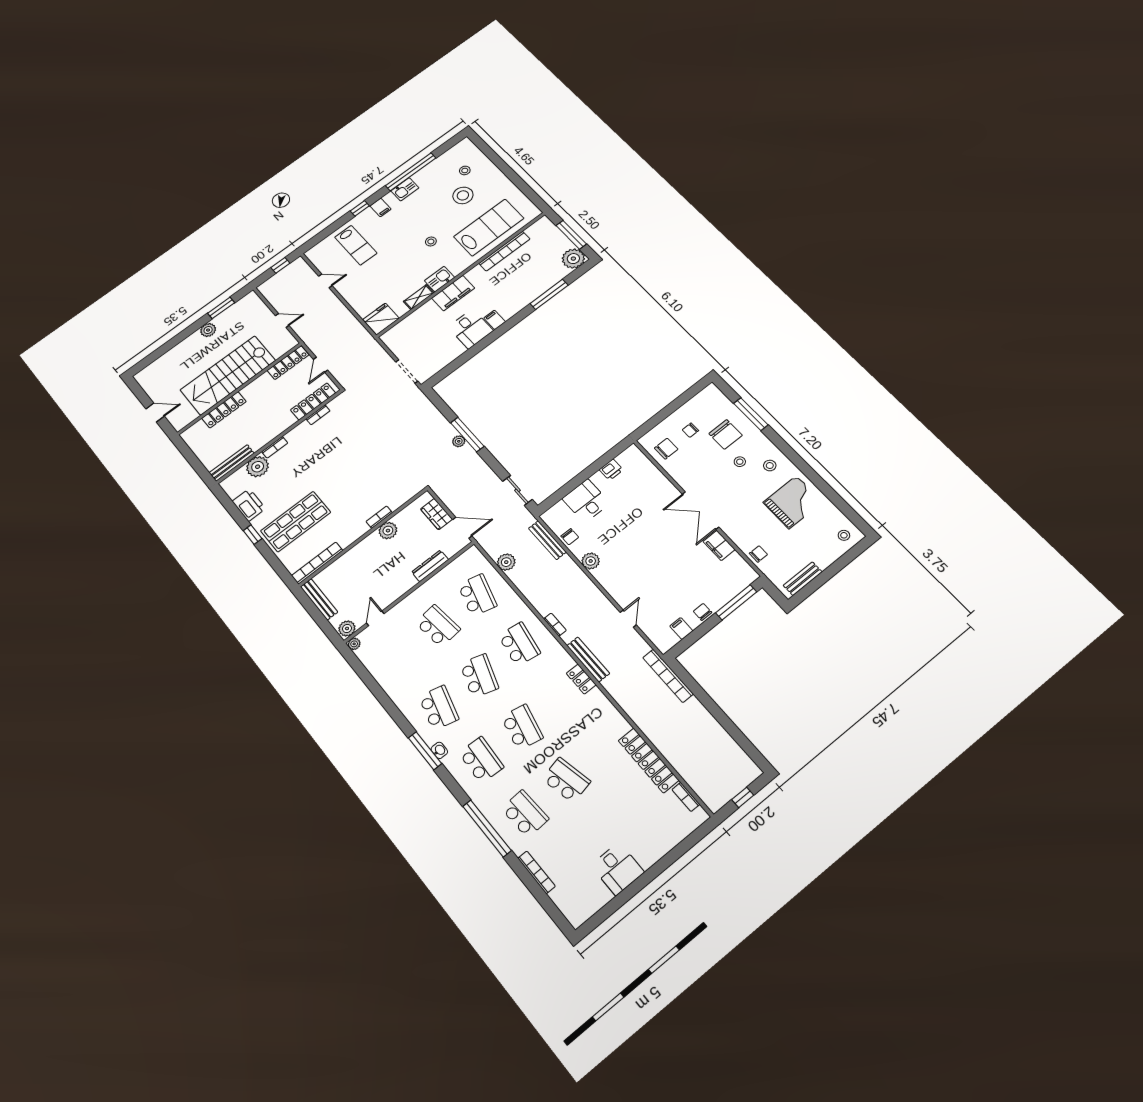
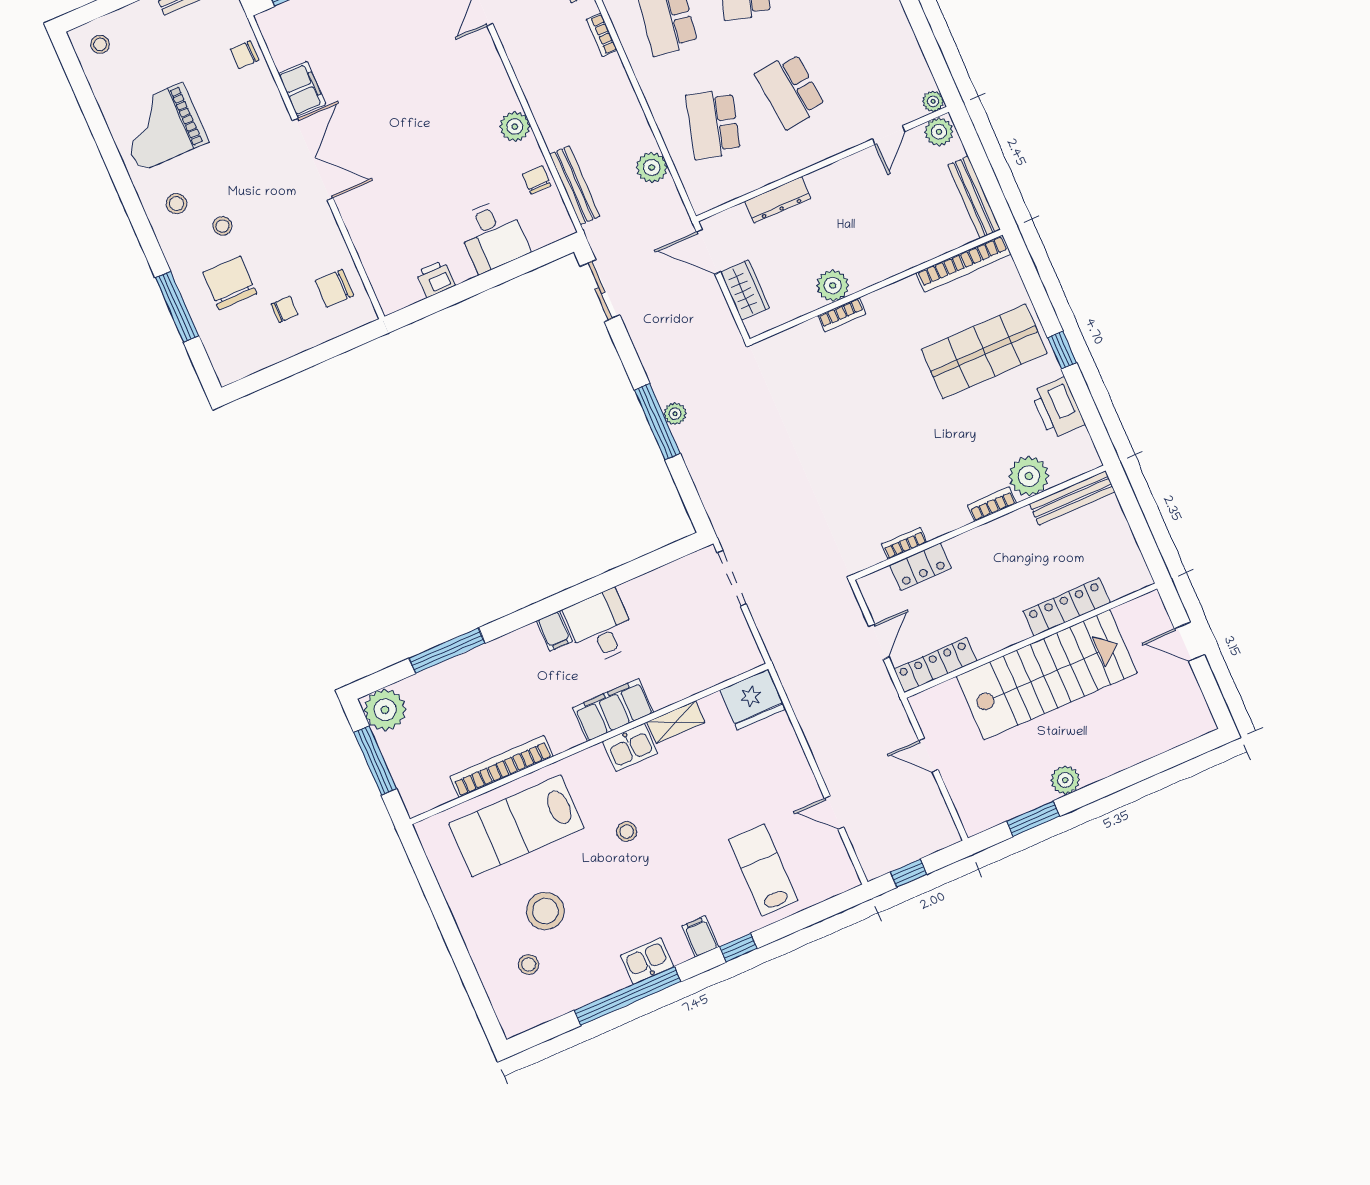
locker: (313, 401) -> (920, 567), width x0.66

